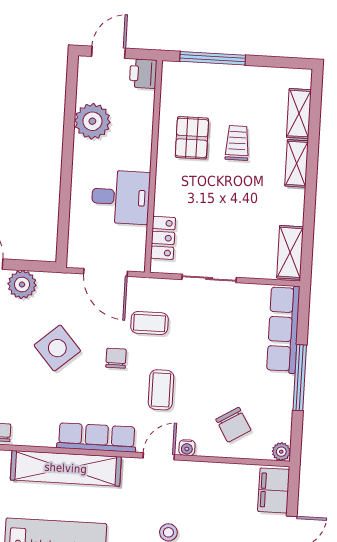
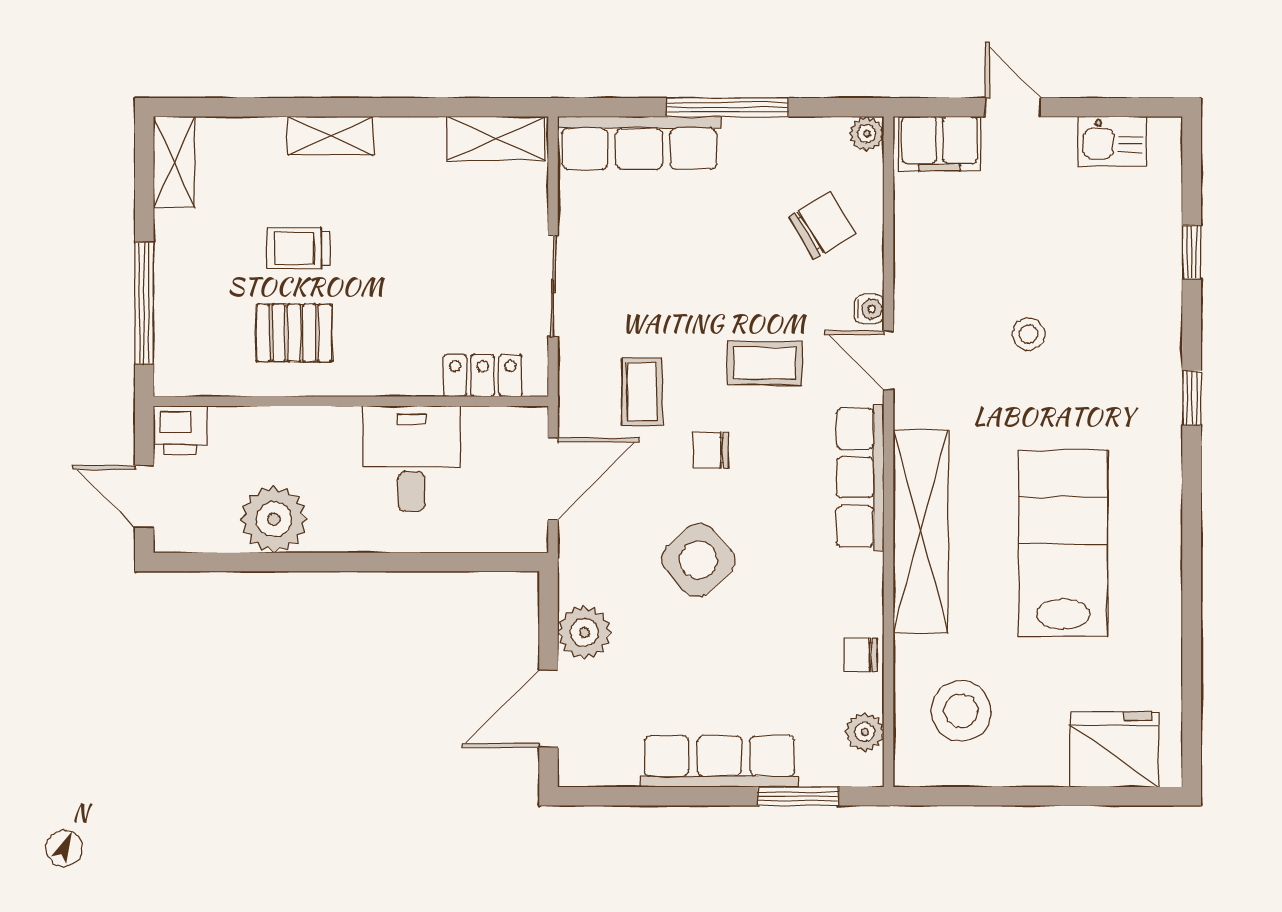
shelving: (299, 114) -> (174, 162), moved, turned 90

